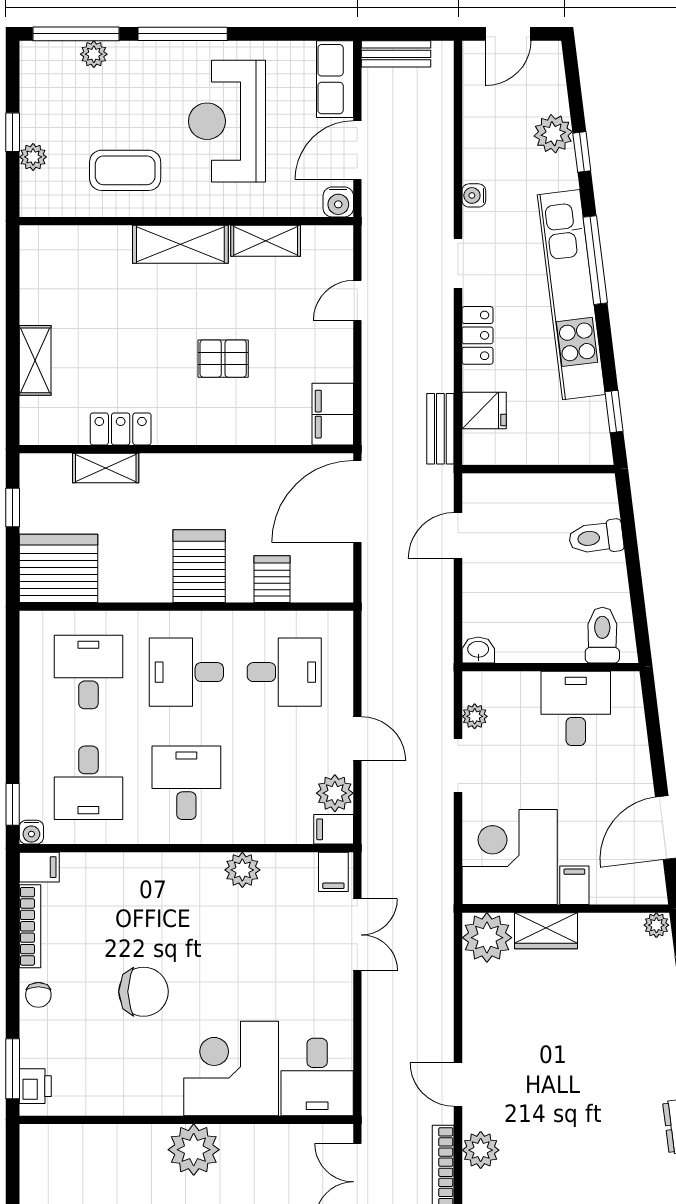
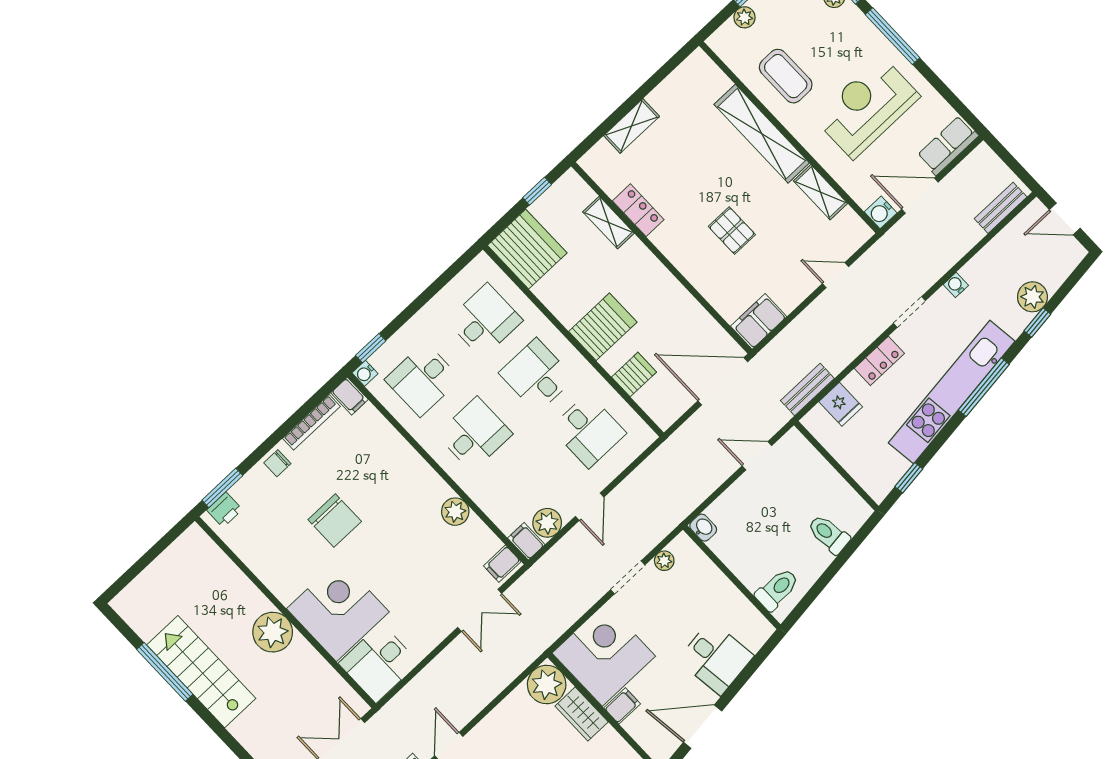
bench: (396, 54) -> (1001, 208), moved, turned 90
shelving: (180, 244) -> (762, 134), width x1.47
desk: (576, 708) -> (716, 658), moved, turned 83

